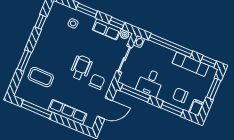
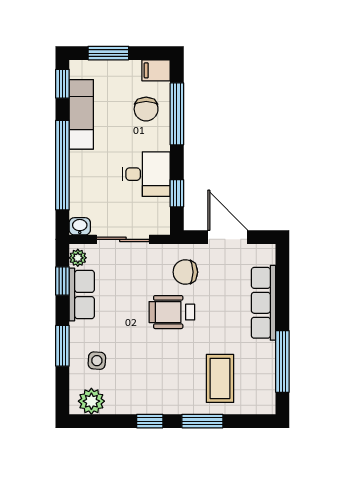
plant: (55, 13) -> (91, 401), added
window: (41, 22) -> (150, 421), moved
window: (135, 93) -> (177, 193), width x0.46
window: (172, 109) -> (177, 114), width x1.44

